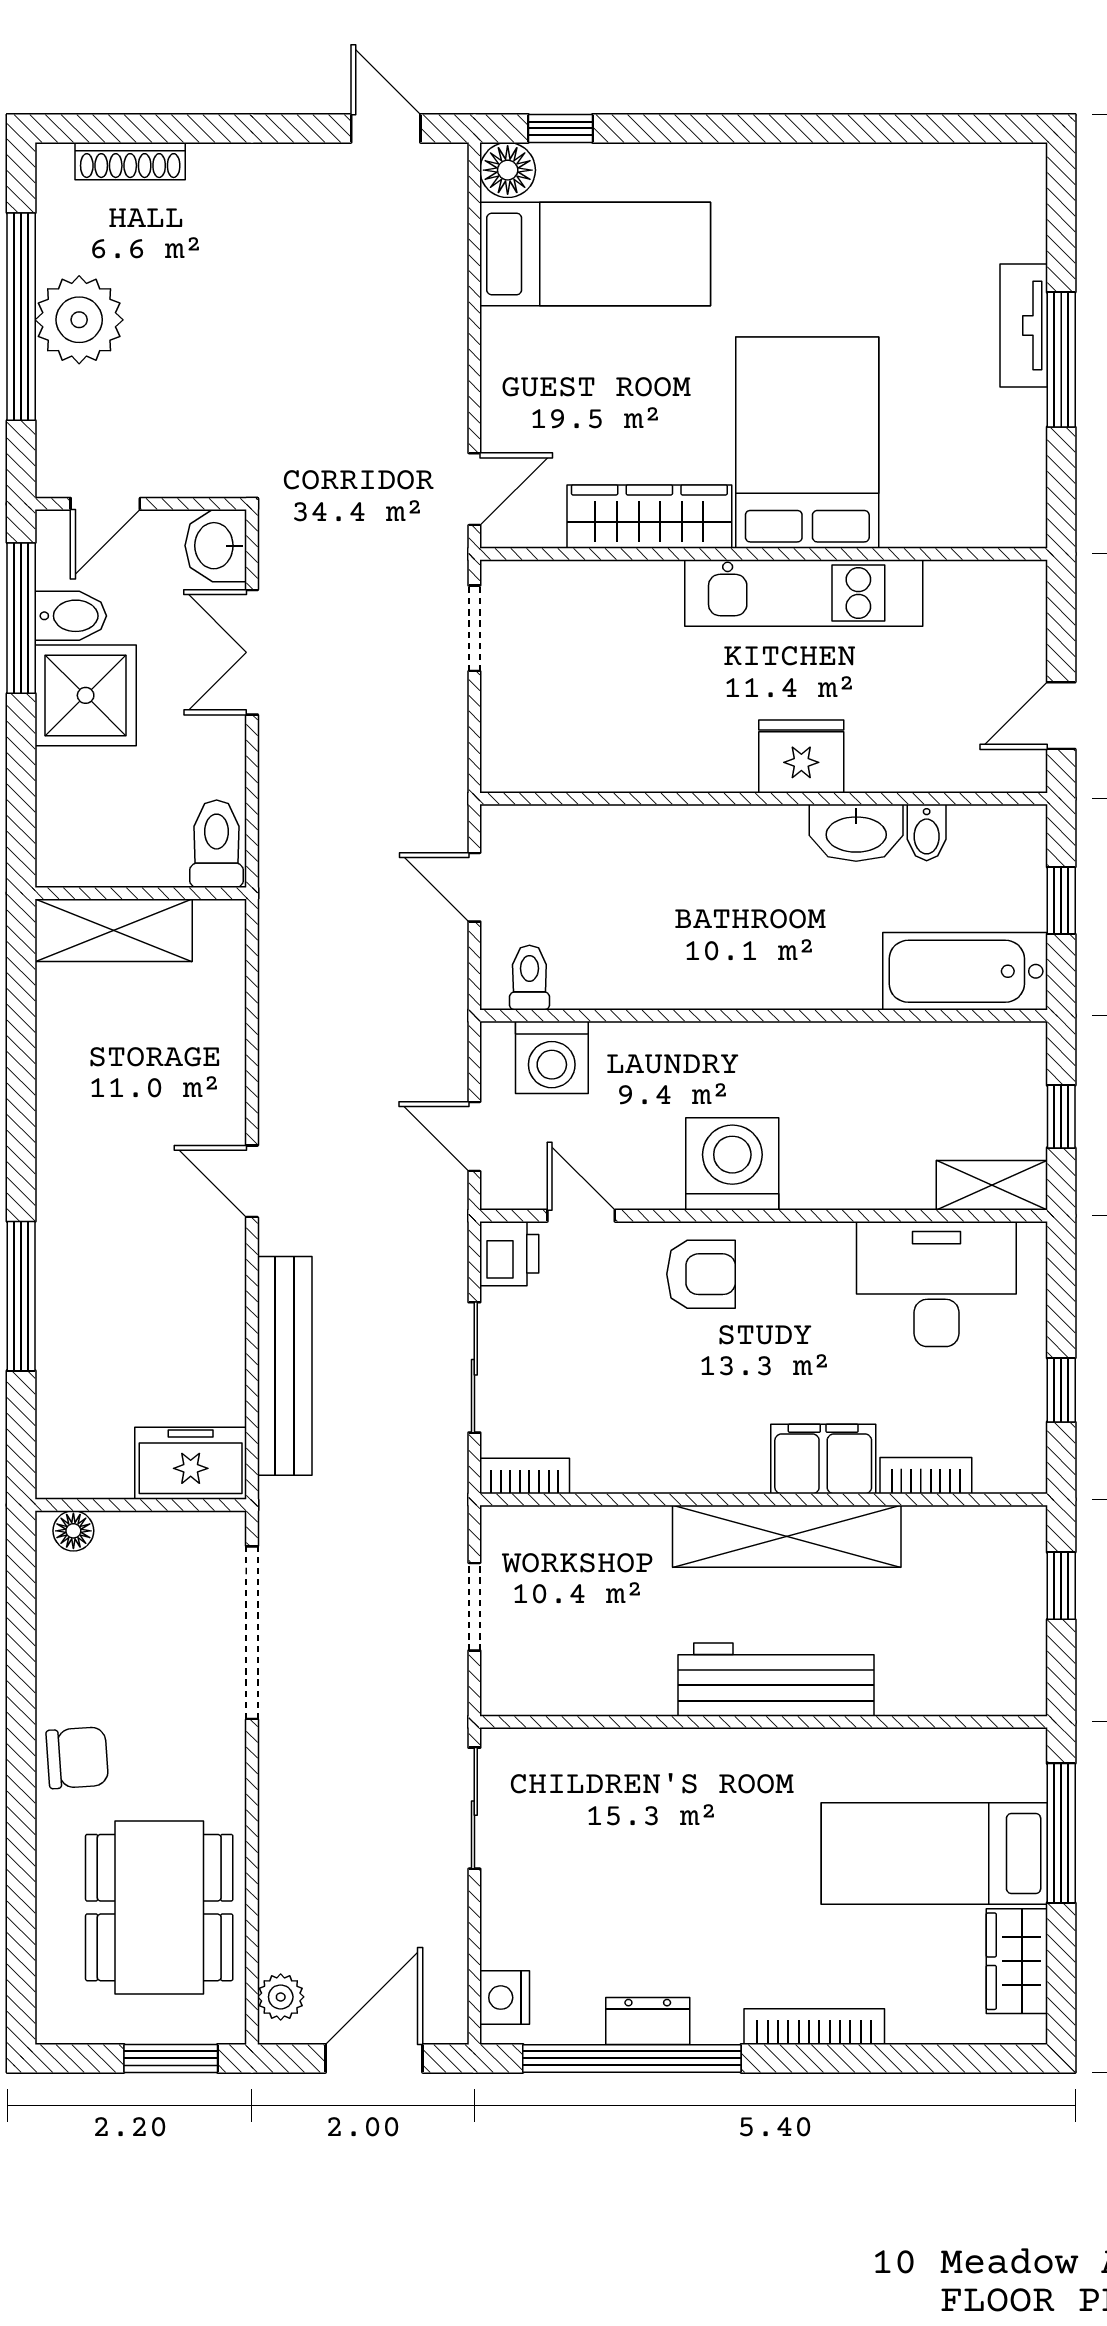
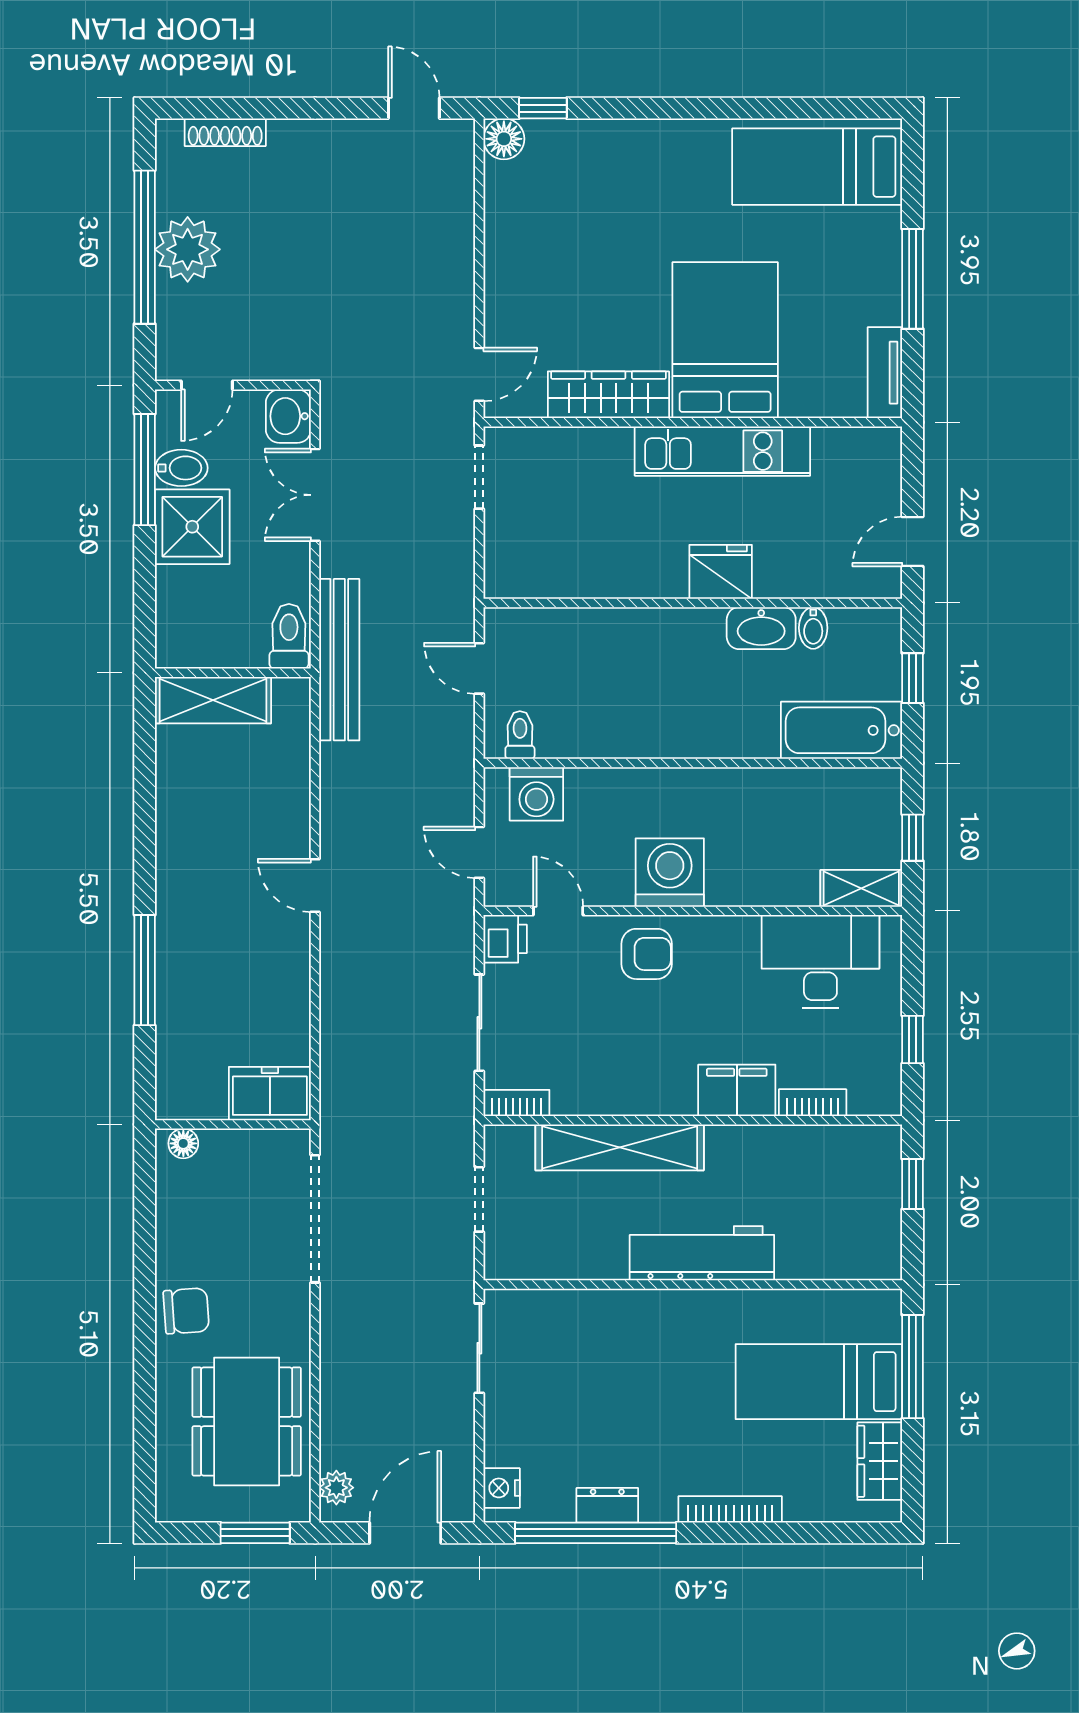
bed: (595, 254) -> (817, 167), moved, turned 180
tv unit: (1024, 326) -> (885, 373), moved
bench: (285, 1366) -> (339, 660), moved
shelving: (787, 1536) -> (620, 1147), moved

